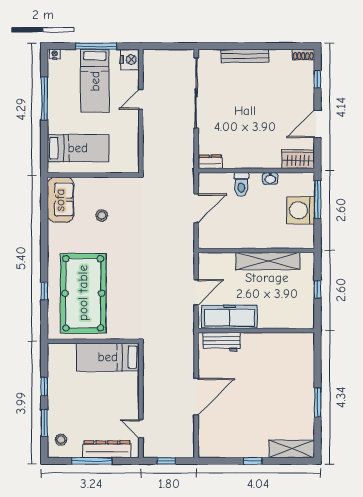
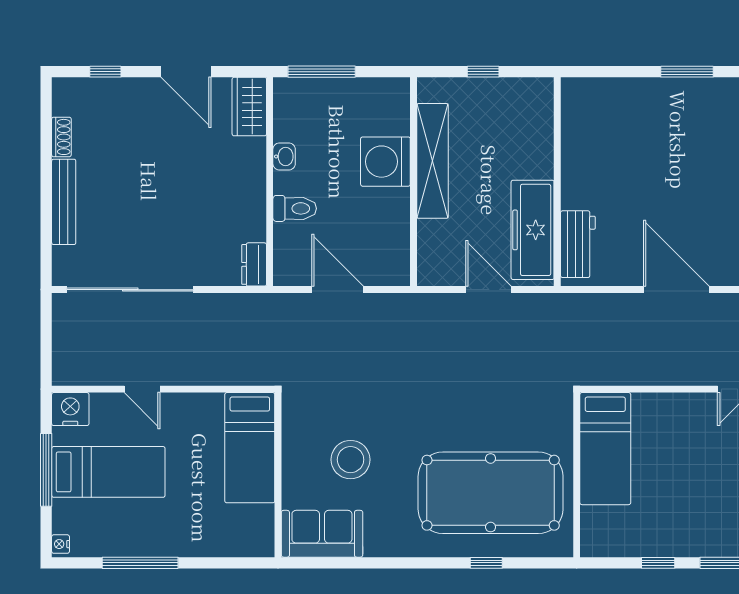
shoe rack: (303, 55) -> (61, 137), moved
bed: (78, 148) -> (250, 448), moved, turned 180
washing machine: (301, 210) -> (385, 162), moved, turned 90
stool: (102, 215) -> (351, 460), width x1.89, depth x1.89

